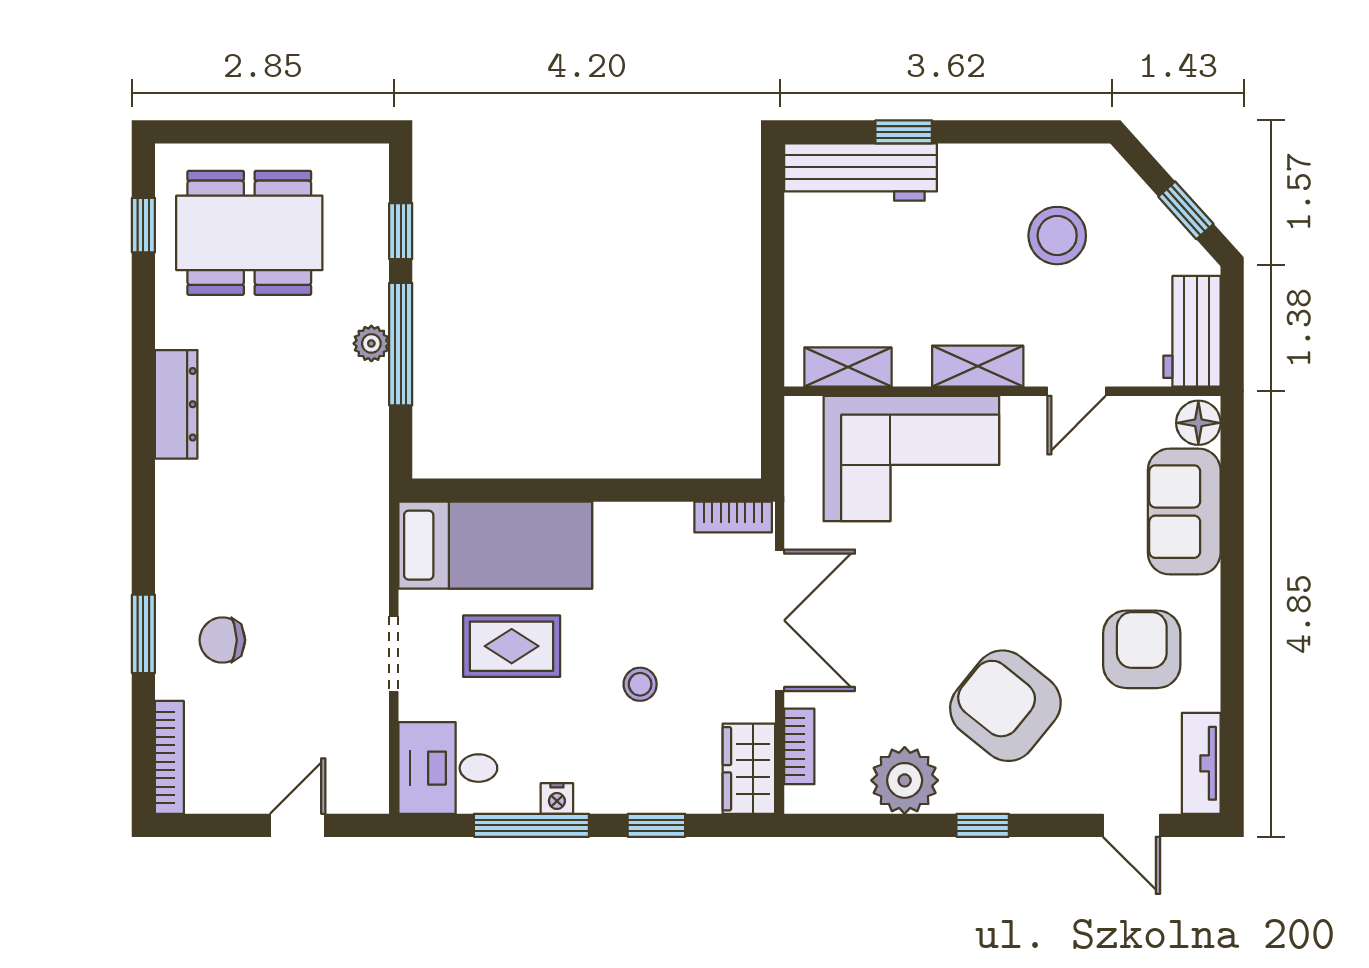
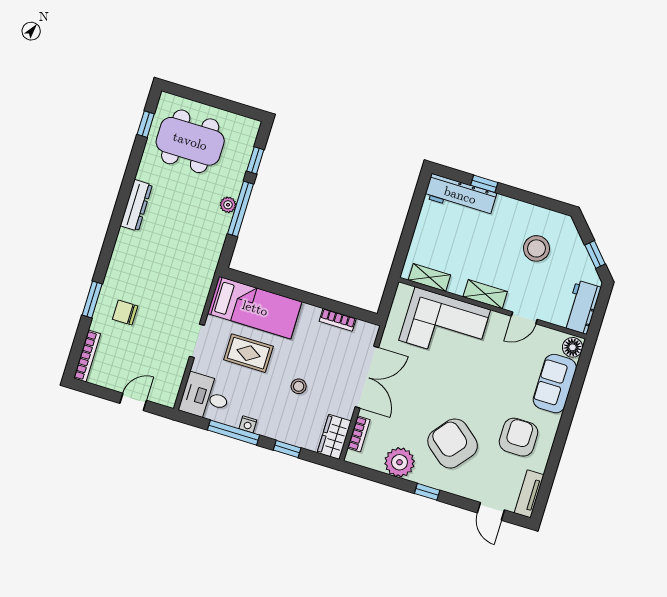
bookcase: (733, 517) -> (338, 320), moved

